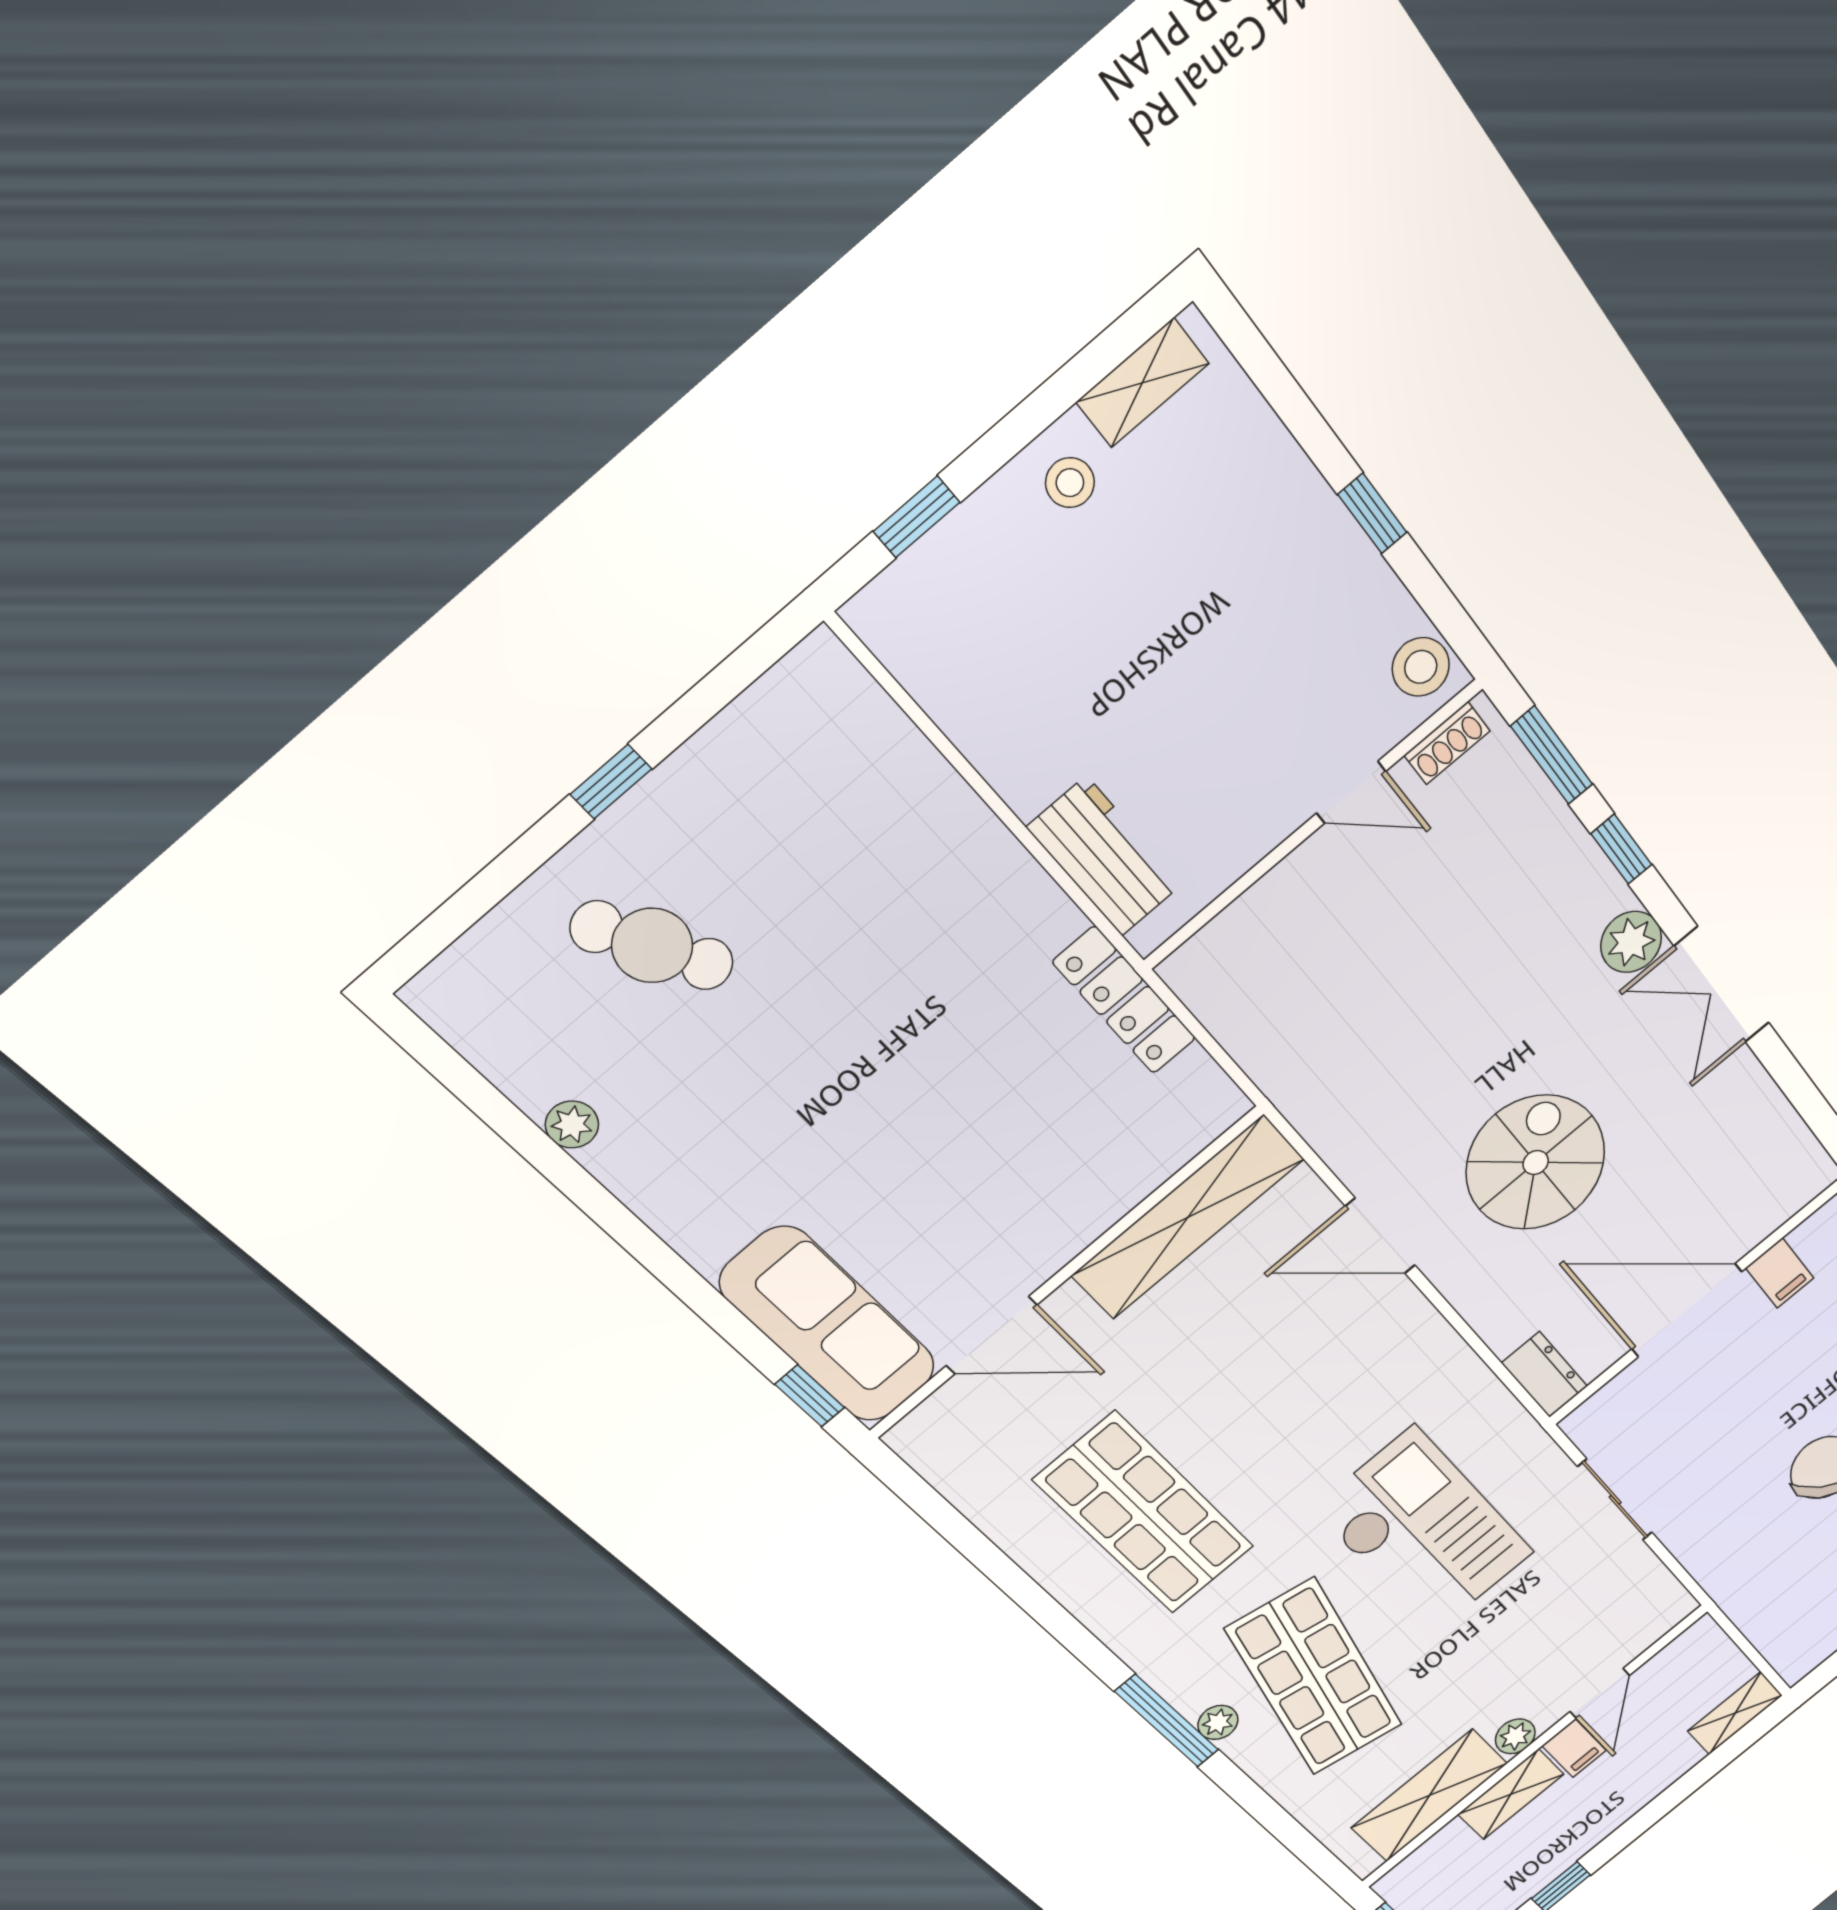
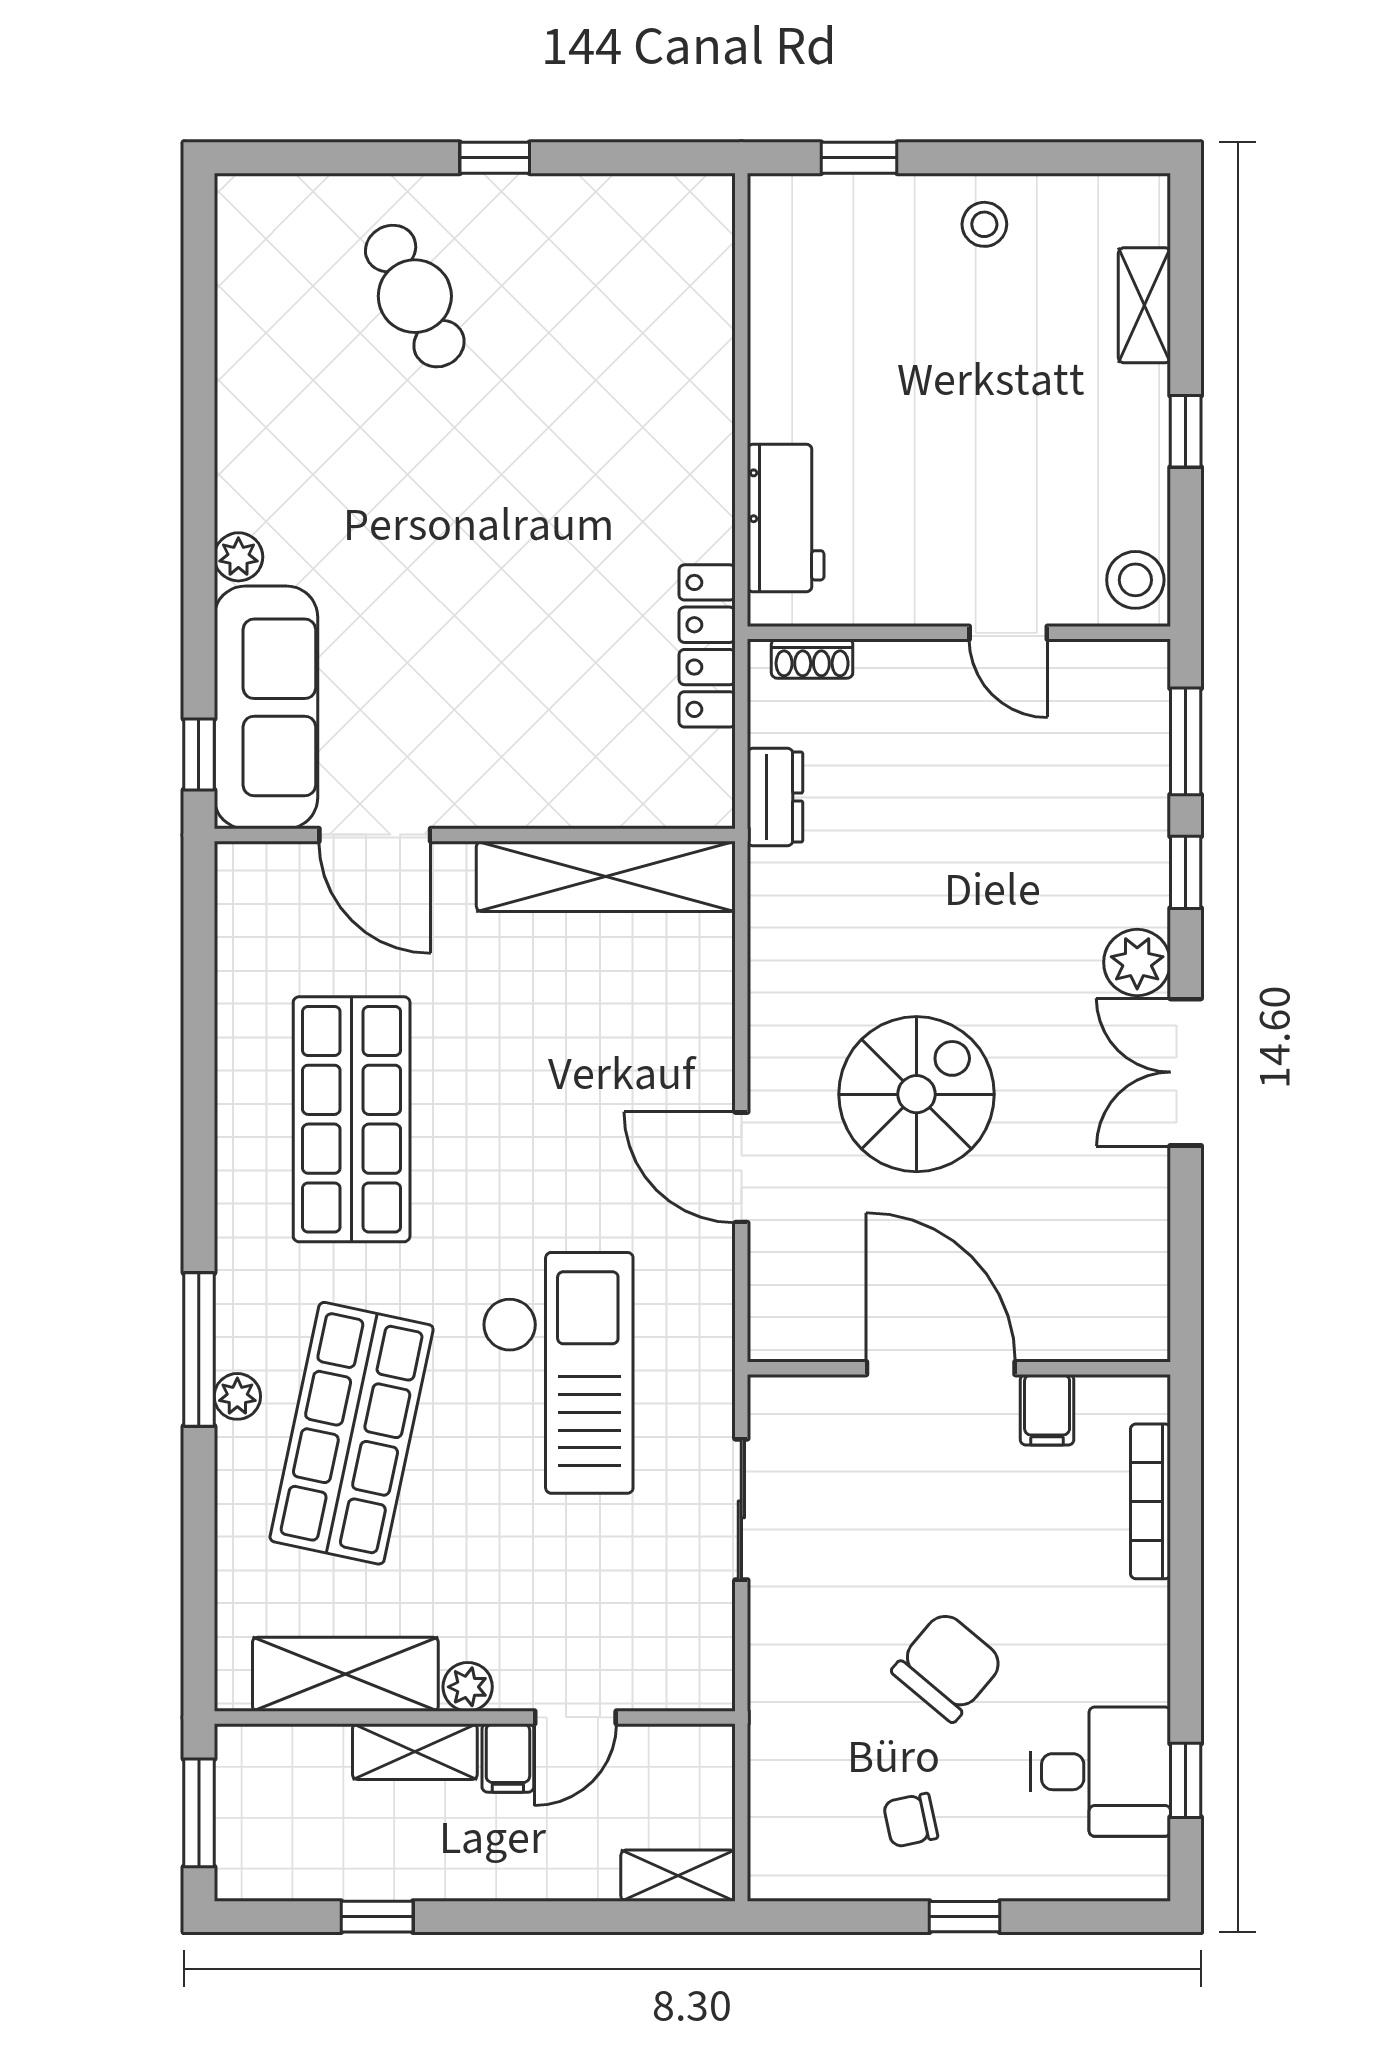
shelving: (1142, 383) -> (1144, 305), moved, turned 90
shoe rack: (1447, 743) -> (812, 659), moved
plant: (572, 1125) -> (238, 557), moved
door: (1380, 1236) -> (741, 1167), moved
dresser: (1545, 1375) -> (775, 797), moved

